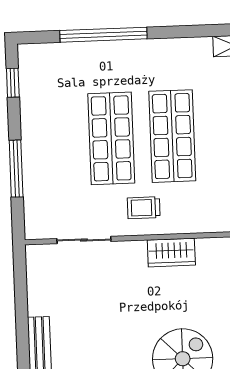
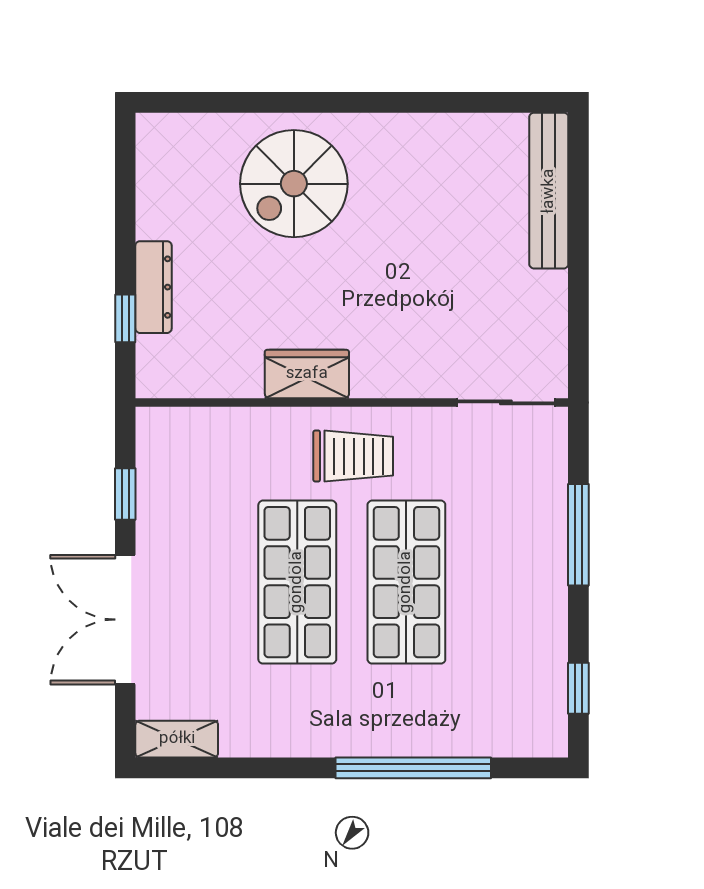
trolley: (144, 208) -> (353, 456), width x1.36, depth x1.39
sliding door: (84, 240) -> (506, 402), moved

